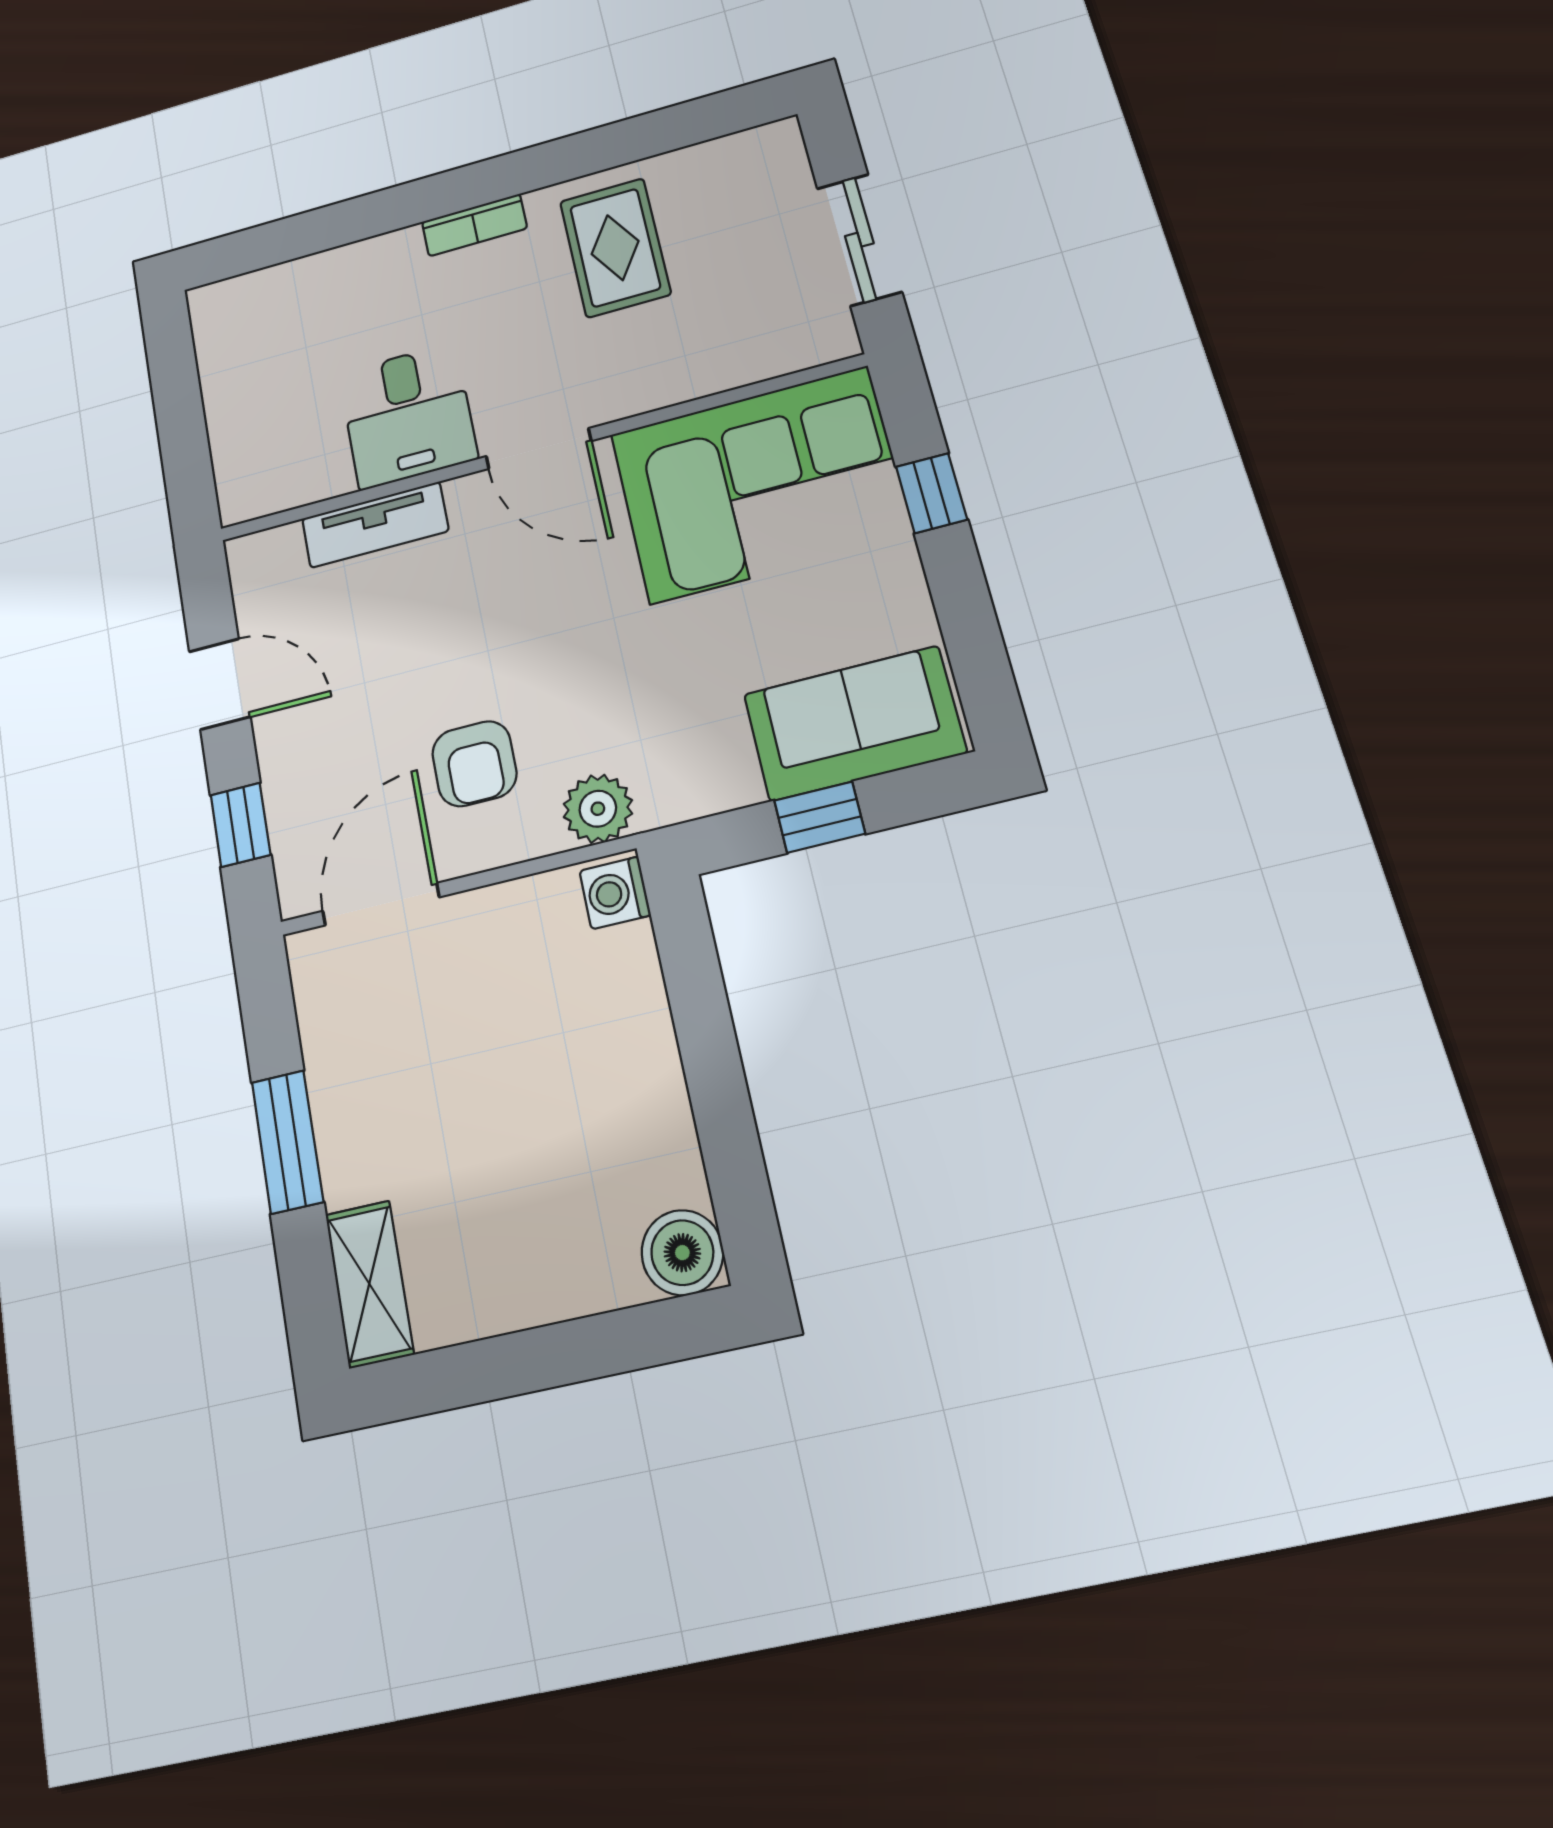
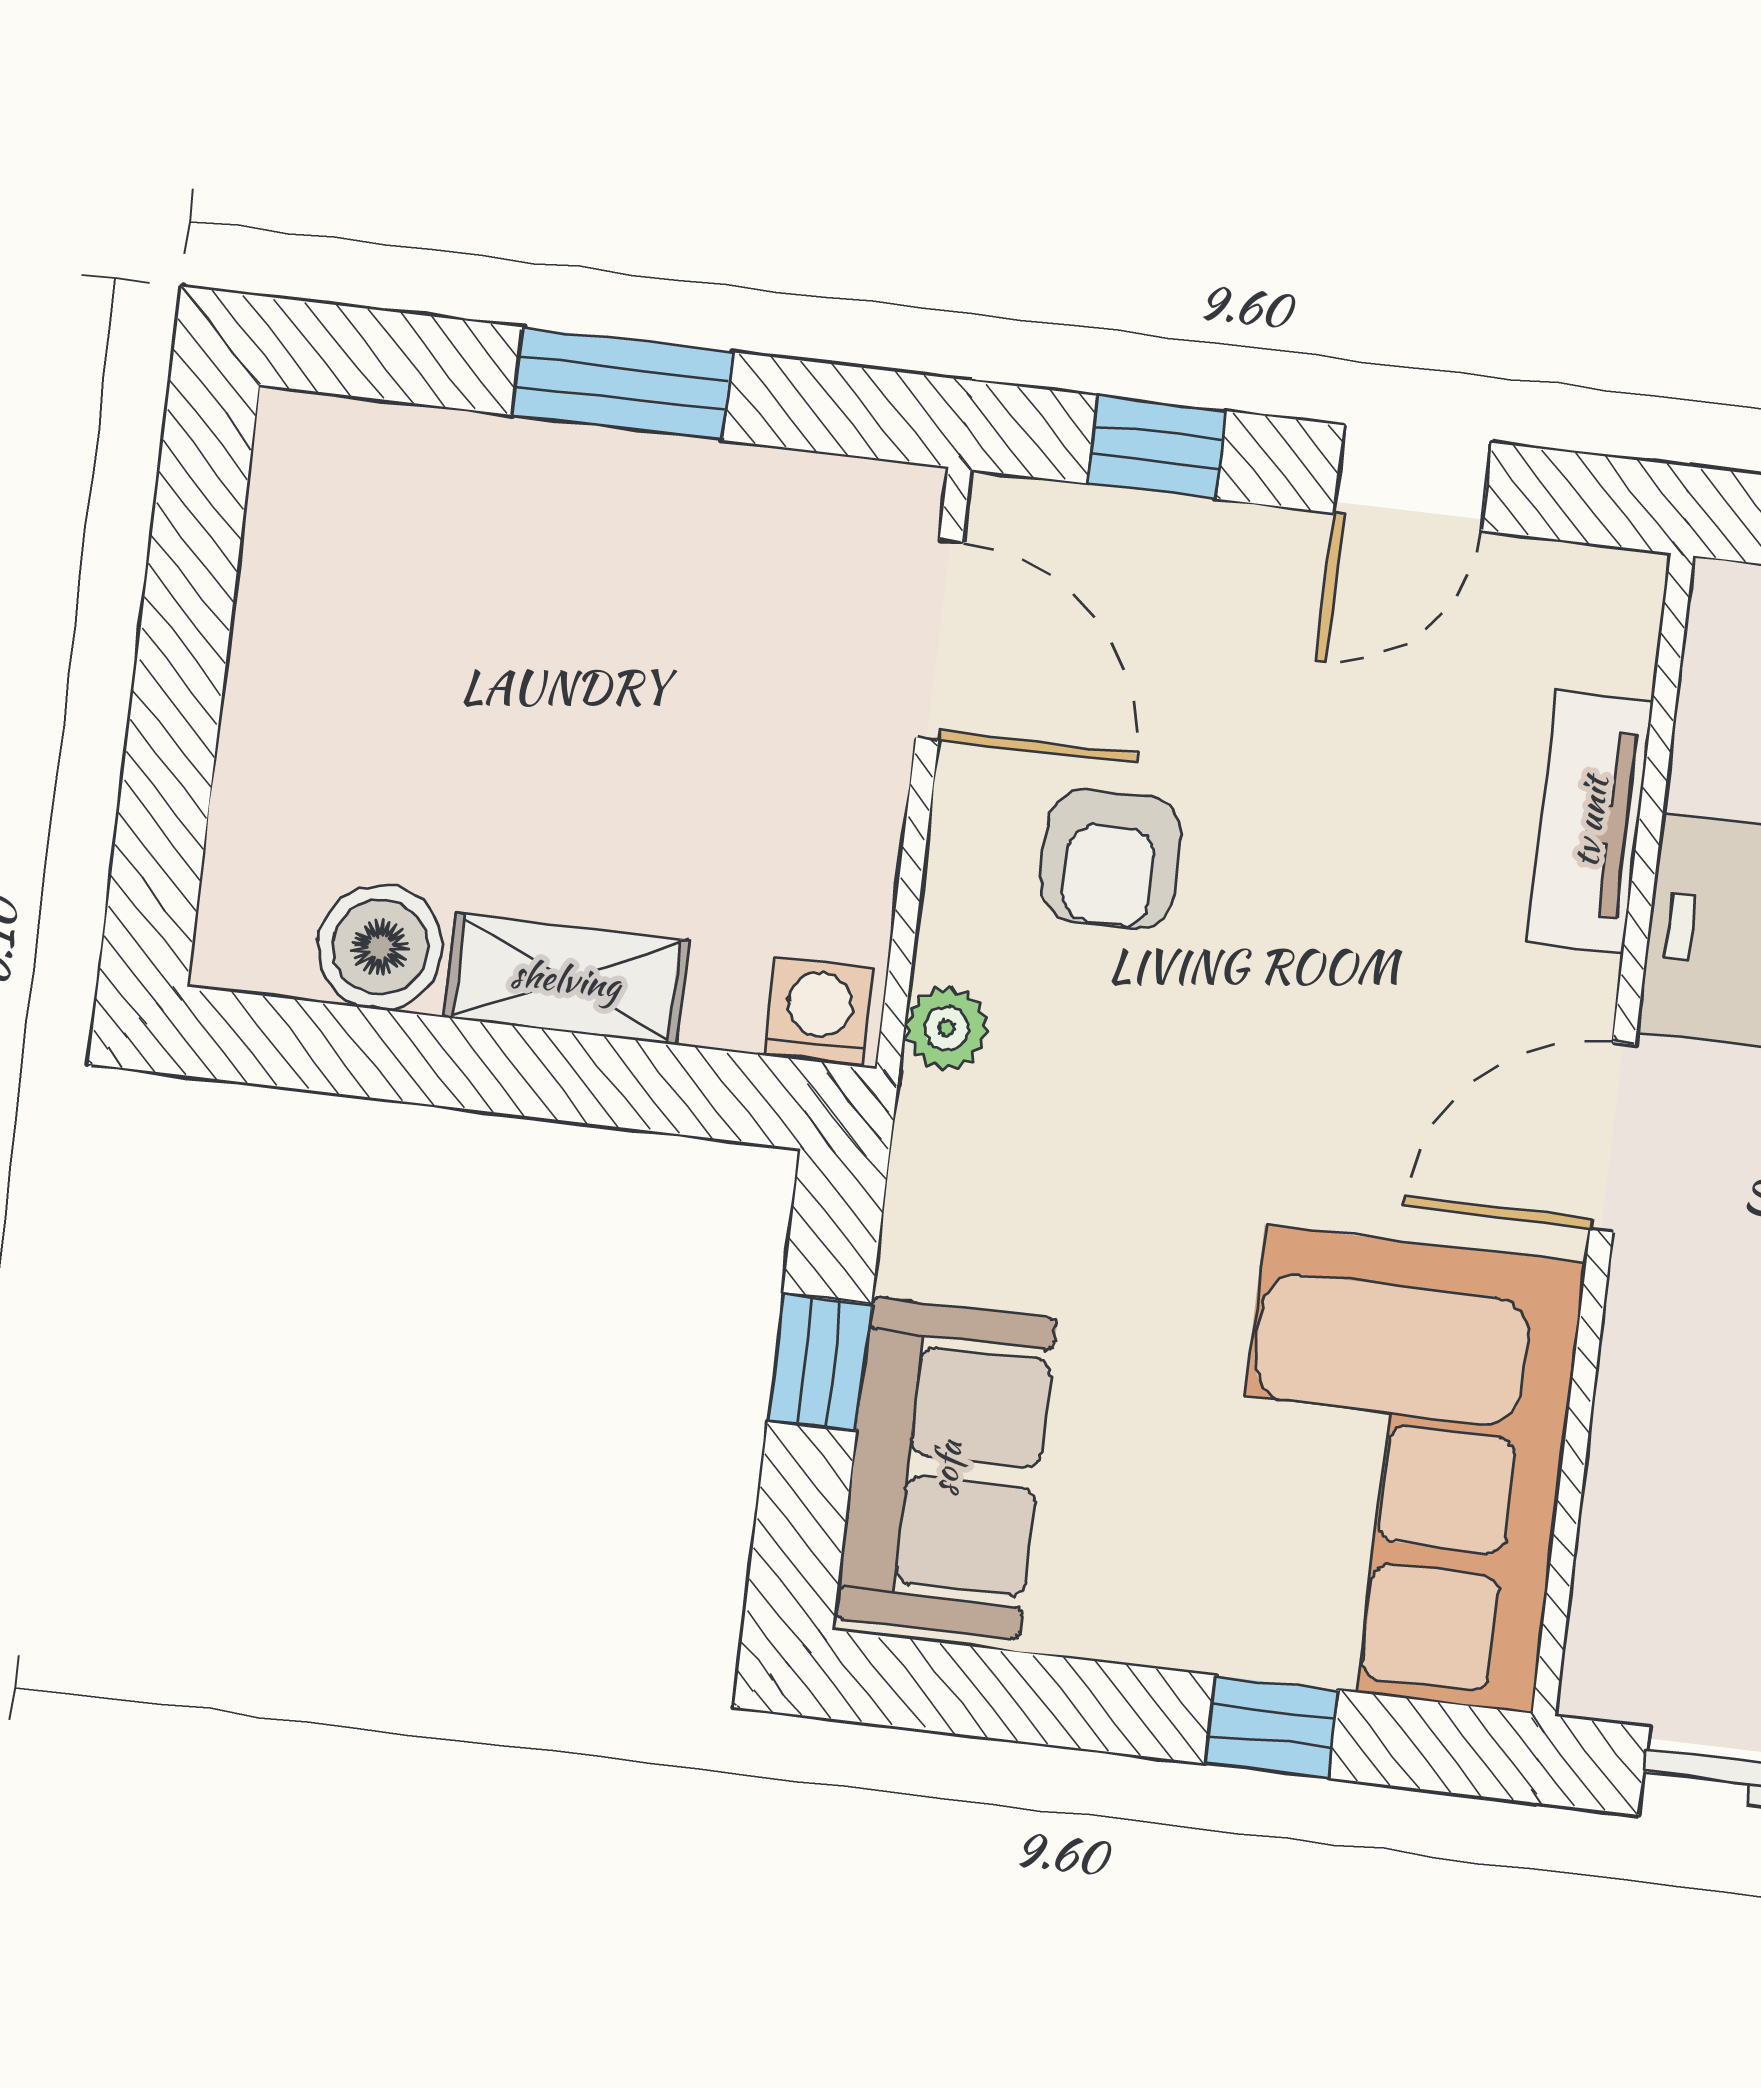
armchair: (474, 764) -> (1111, 859), turned -90
plant: (598, 809) -> (946, 1028), width x0.73, depth x0.73
boiler: (682, 1253) -> (380, 947), moved
shelving: (369, 1284) -> (566, 979), moved

